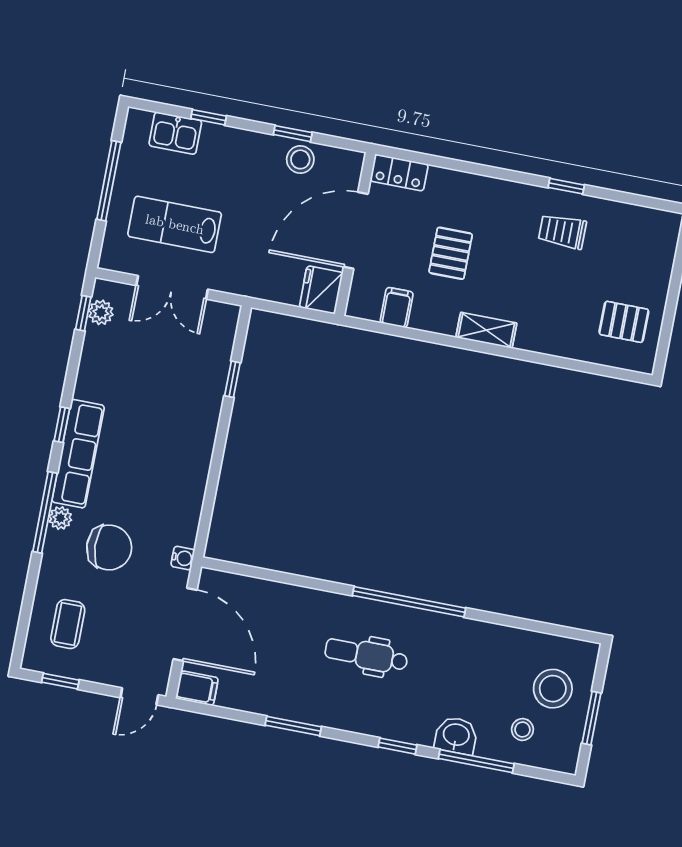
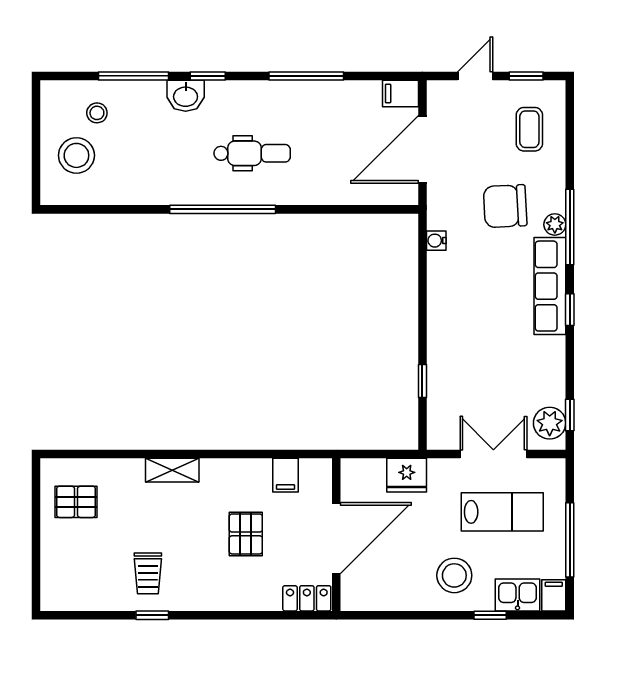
filing cabinet: (137, 125) -> (554, 595), added
window: (293, 134) -> (411, 615), removed
stool: (300, 159) -> (454, 575), moved, width x1.38, depth x1.38
trolley: (562, 231) -> (148, 573), turned 90
fridge: (321, 290) -> (407, 475), moved, turned 90
plant: (101, 312) -> (550, 423), width x1.38, depth x1.38
shelving: (486, 330) -> (172, 470), moved
water cooler: (183, 558) -> (436, 241), moved
door: (185, 624) -> (422, 149), hinge flipped
door: (139, 696) -> (475, 76), moved
window: (592, 718) -> (36, 135), removed
window: (293, 726) -> (306, 76), width x1.44
washbasin: (456, 736) -> (186, 96), moved

